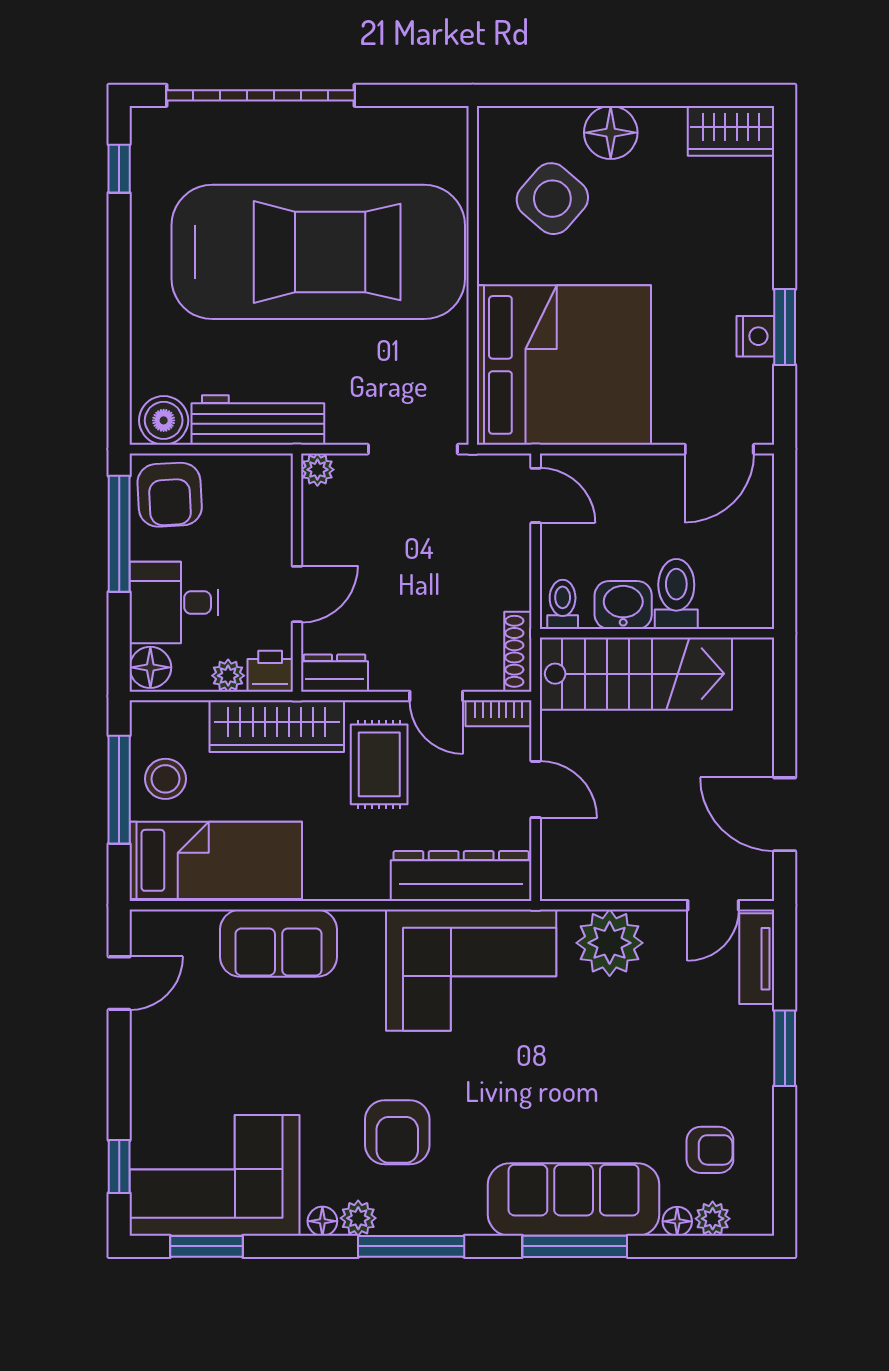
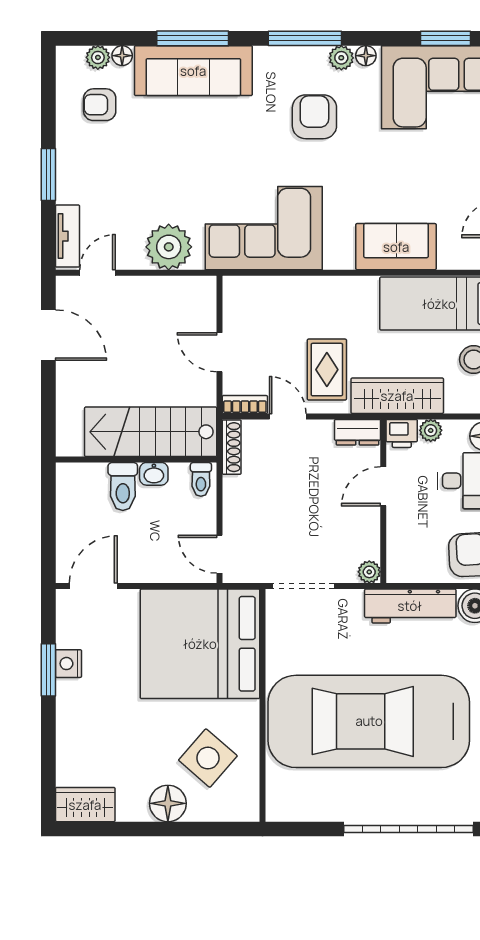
washbasin: (623, 605) -> (154, 474), width x0.72, depth x0.69
dresser: (461, 876) -> (271, 293), removed

